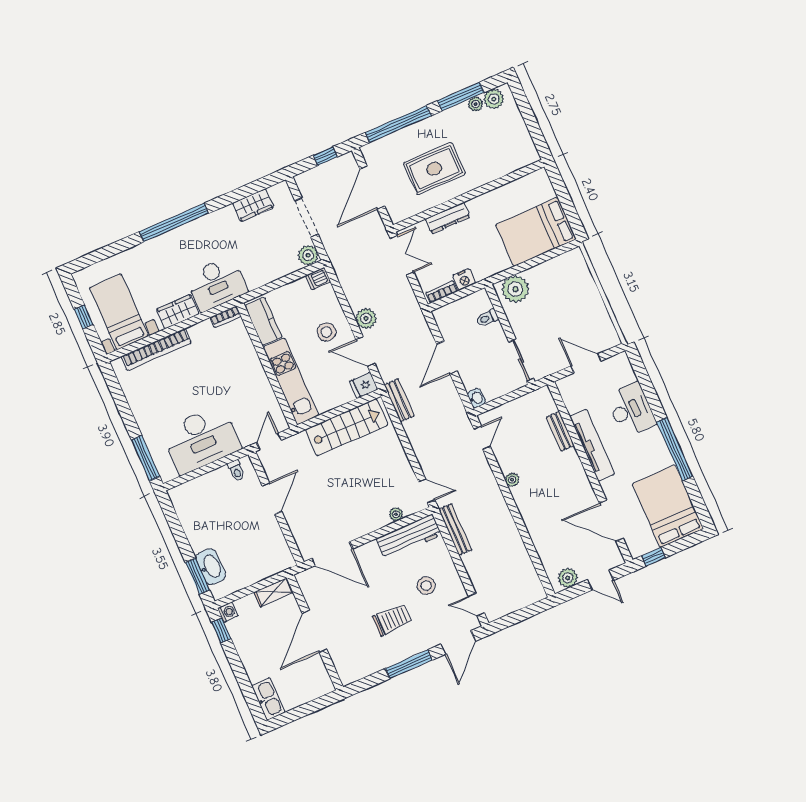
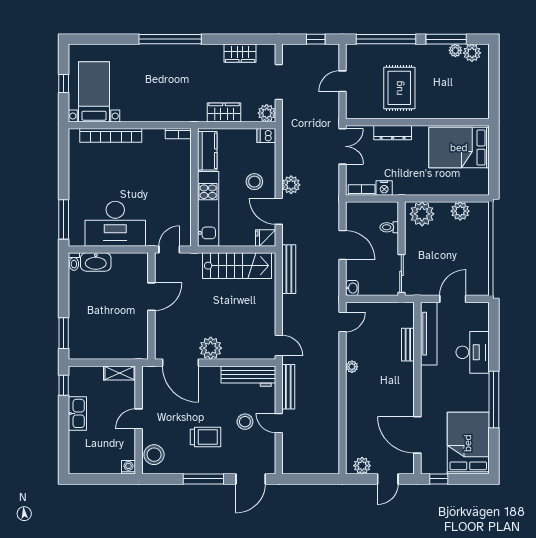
rug: (434, 169) -> (399, 88), turned 90
door: (372, 188) -> (343, 81), width x0.53
bed: (536, 232) -> (459, 148), moved
plant: (554, 269) -> (460, 211), added
desk: (217, 284) -> (183, 104), removed
wardrobe: (178, 312) -> (224, 112), moved
door: (447, 358) -> (343, 245), swing flipped
door: (586, 363) -> (453, 299), hinge flipped
bench: (399, 400) -> (289, 269), width x1.36
tv unit: (592, 445) -> (429, 334), moved
toilet: (236, 471) -> (74, 262), moved
plant: (396, 514) -> (211, 348), moved, width x1.88, depth x1.88
washbasin: (211, 567) -> (96, 262), moved, turned 90
door: (601, 580) -> (388, 479), hinge flipped
door: (476, 605) -> (279, 423), moved
washing machine: (228, 612) -> (128, 467), moved, turned -90
door: (314, 631) -> (139, 419), width x0.53
stool: (347, 661) -> (154, 455), added
kitchen sink: (268, 699) -> (77, 413), moved

